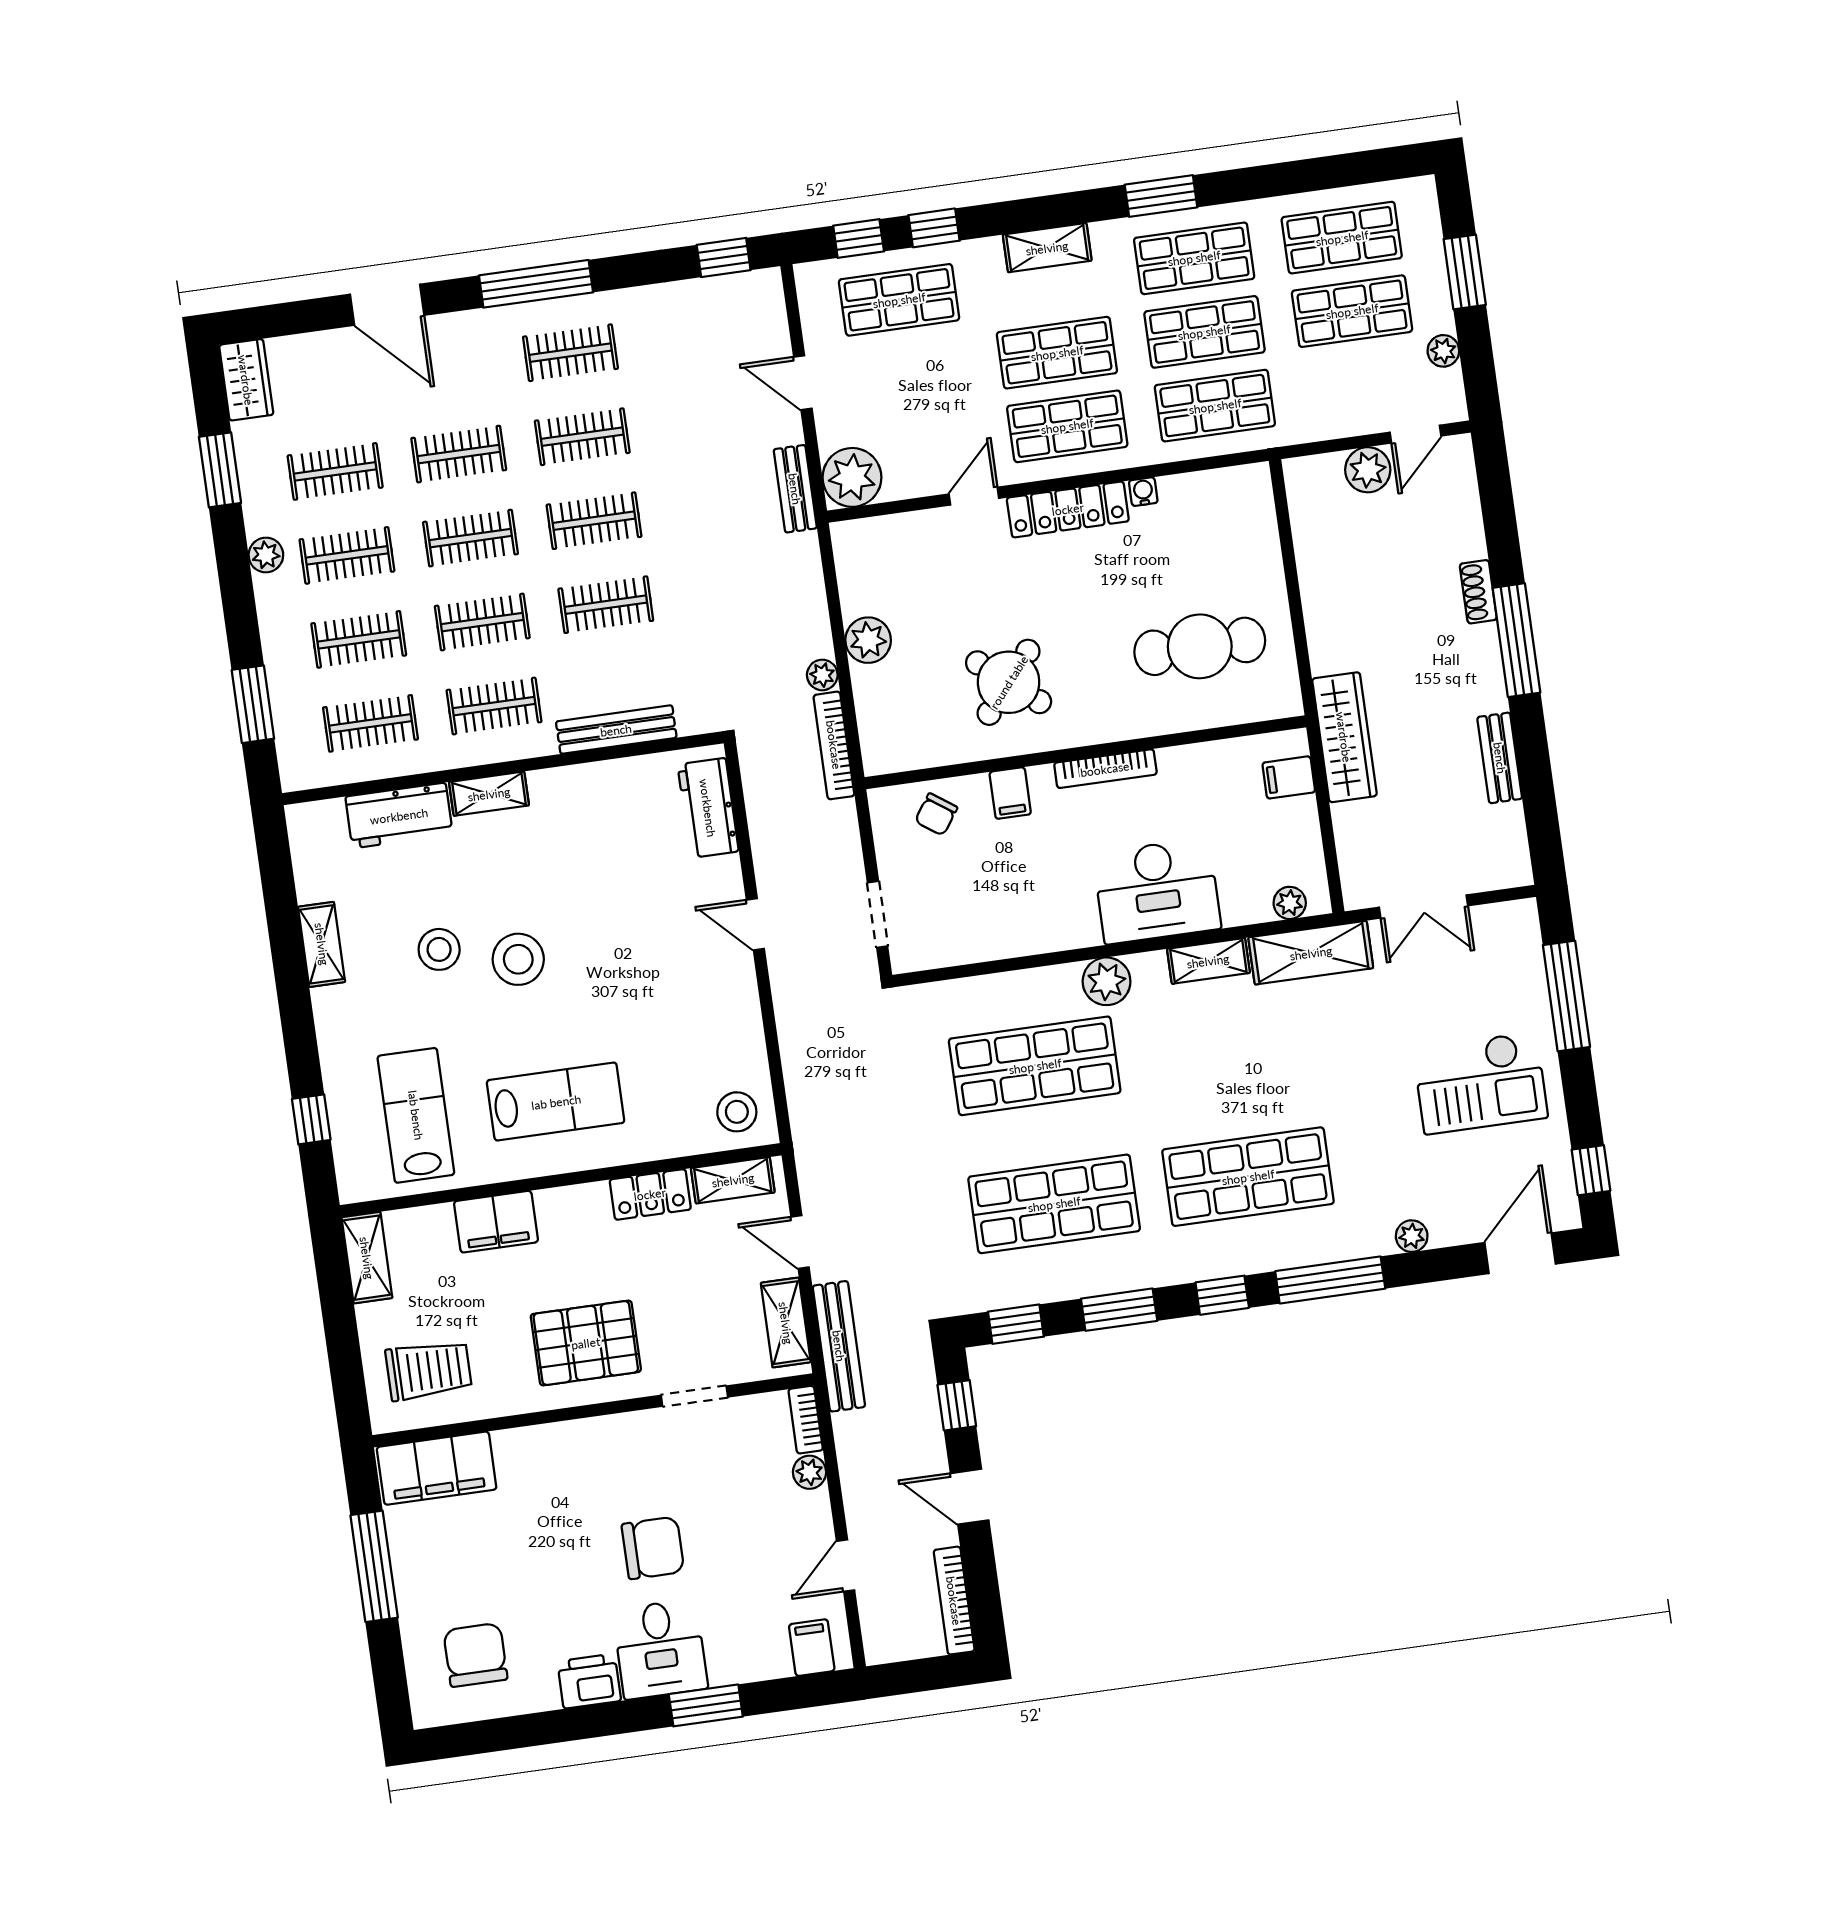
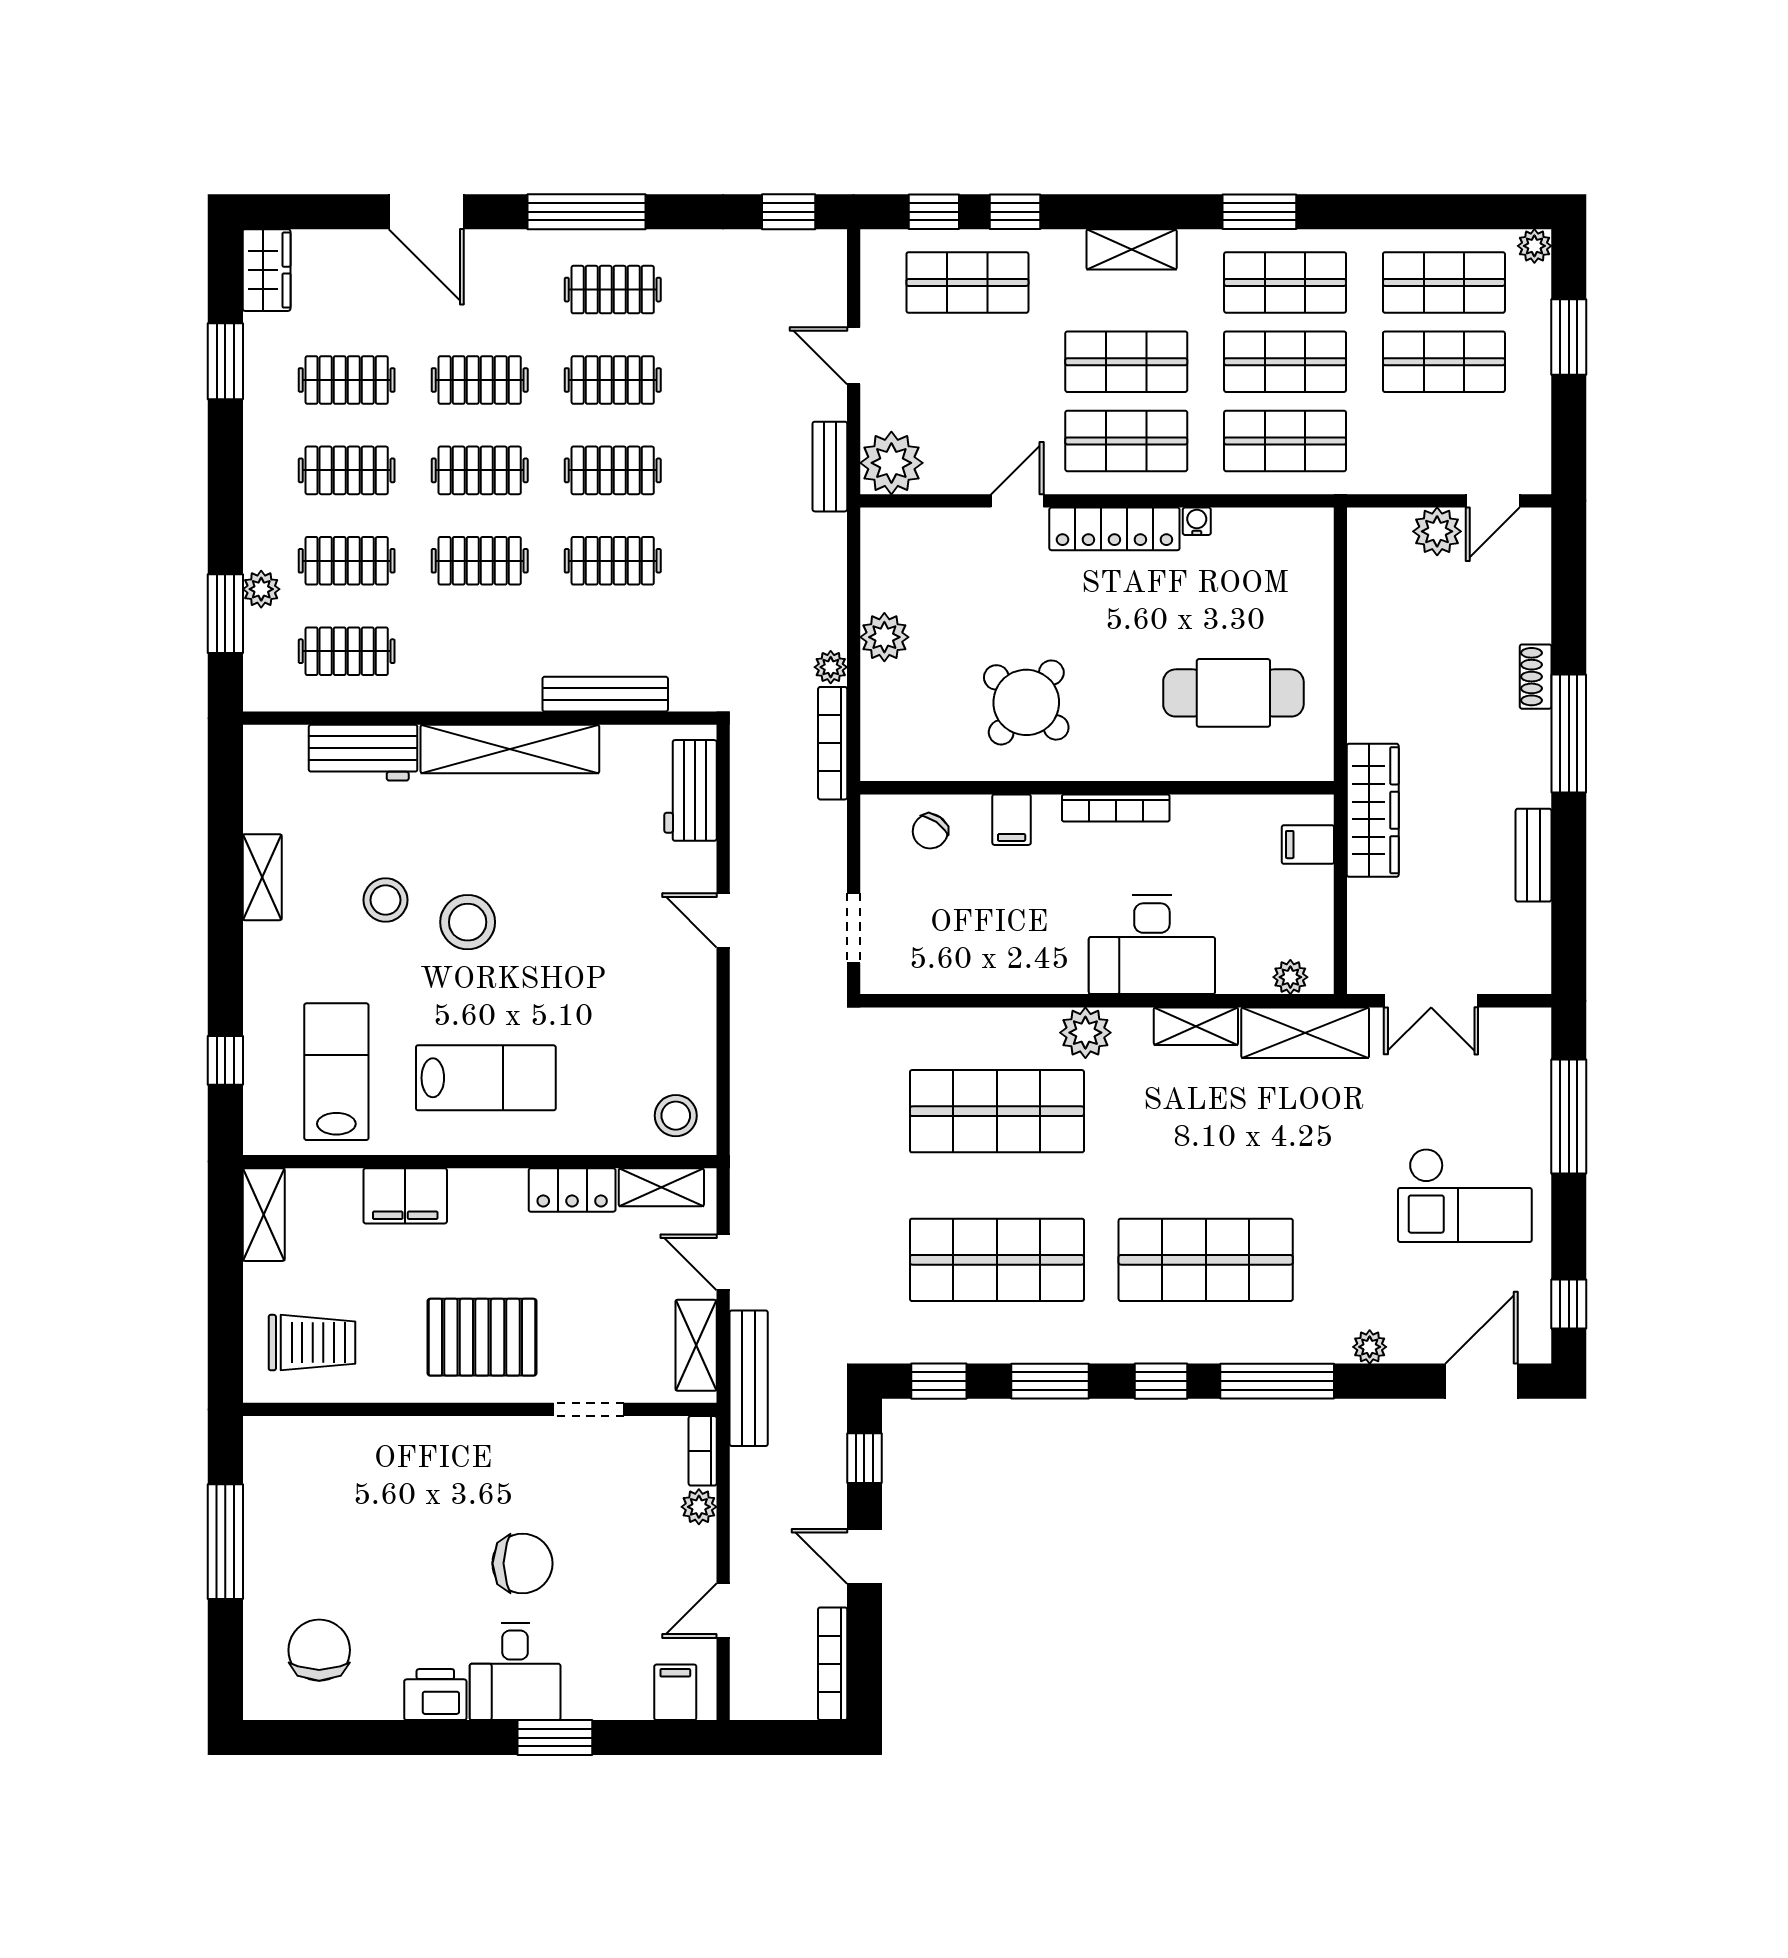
plant: (1443, 351) -> (1534, 246), moved
plant: (266, 555) -> (261, 589), moved
clothes rail: (494, 706) -> (480, 651), removed
shelving: (489, 794) -> (510, 749), width x2.20, depth x1.33
filing cabinet: (437, 1468) -> (306, 1447), removed

